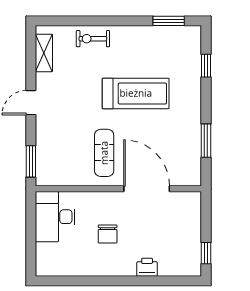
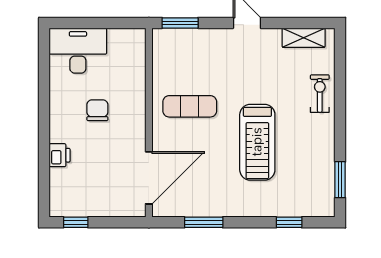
door: (147, 189) -> (149, 178), moved
desk: (55, 217) -> (78, 51), moved
chair: (108, 234) -> (97, 110), turned 90

